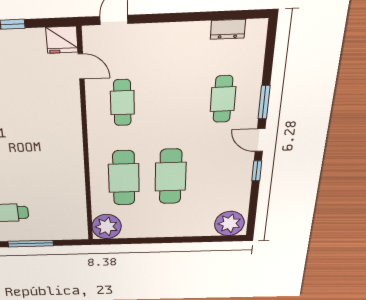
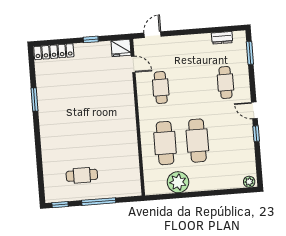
window: (264, 102) -> (250, 53), moved
plant: (229, 223) -> (249, 182), width x0.53, depth x0.53
plant: (107, 227) -> (178, 182), moved

